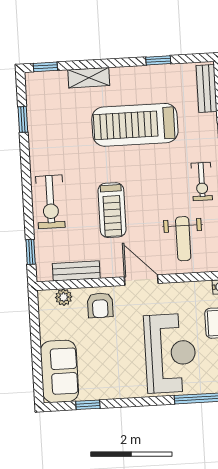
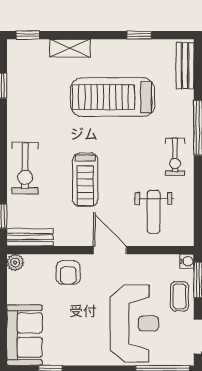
bench: (76, 271) -> (30, 237), moved
plant: (64, 297) -> (15, 262), moved

